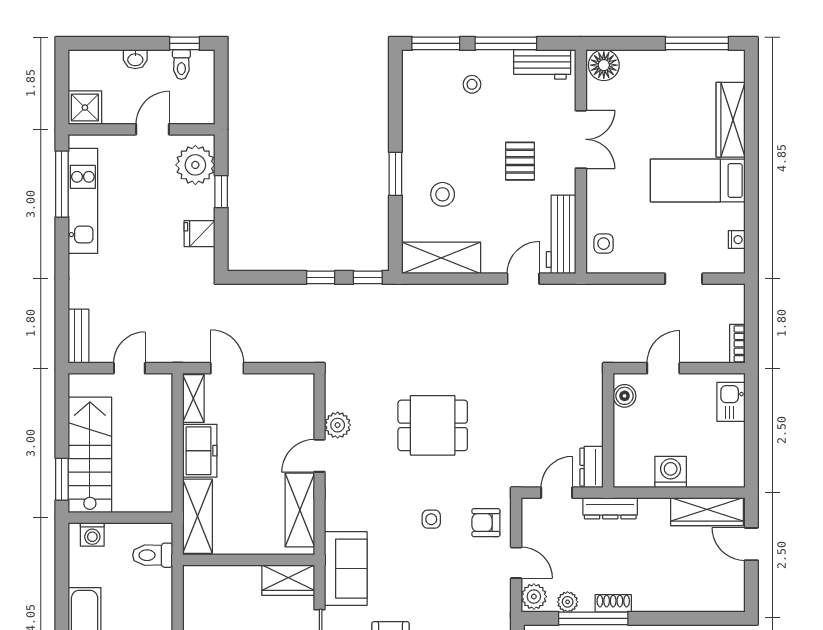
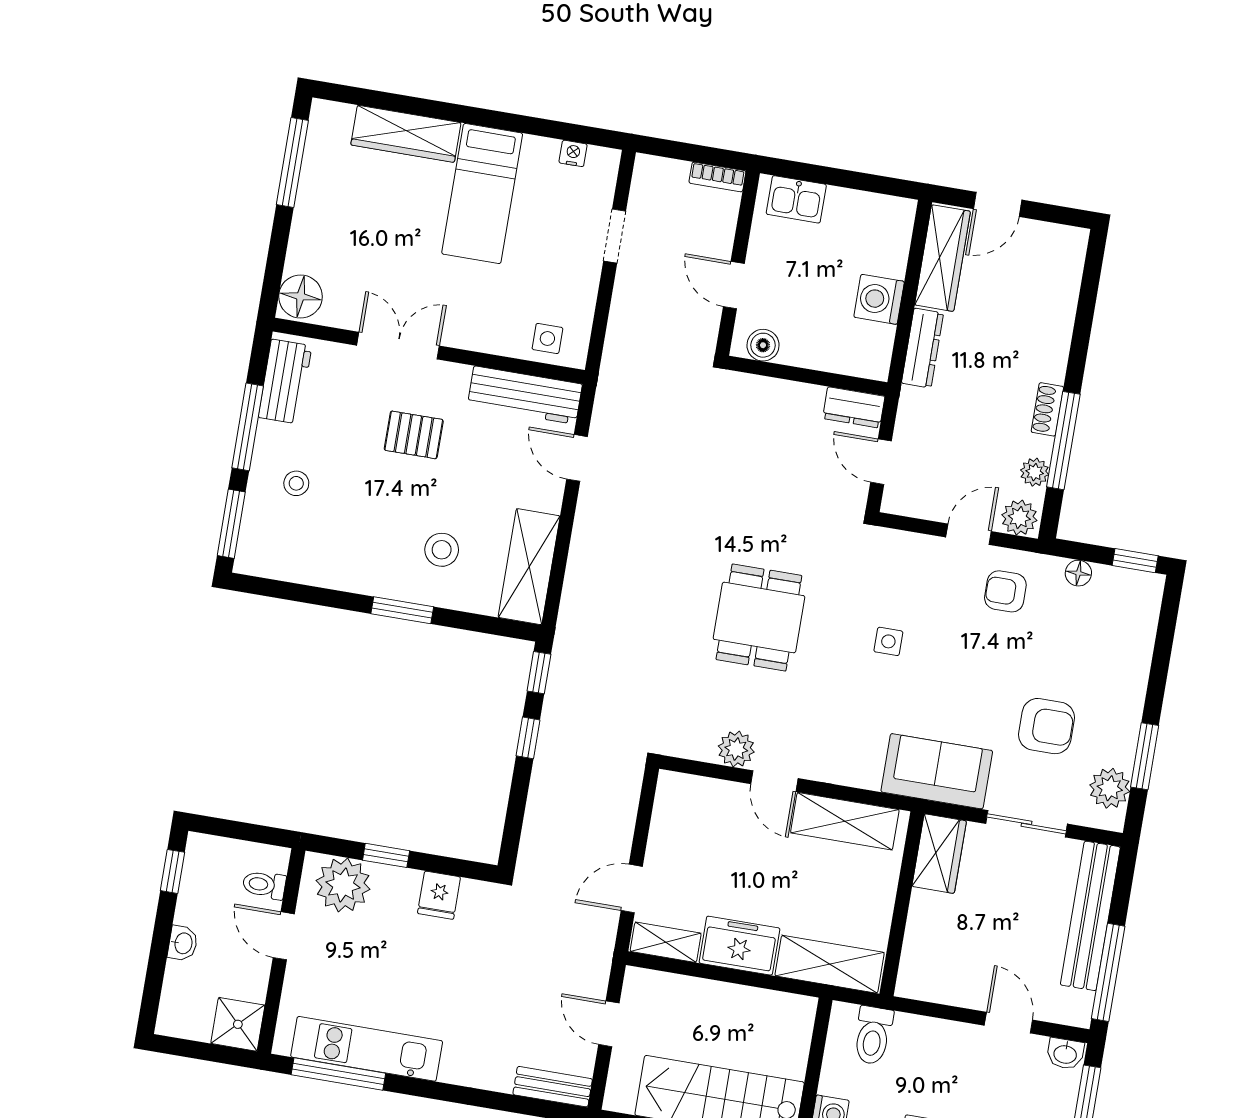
toilet: (181, 64) -> (264, 885), moved, turned 180
dresser: (610, 508) -> (922, 348), moved
armchair: (486, 523) -> (1005, 591), moved, turned 90

